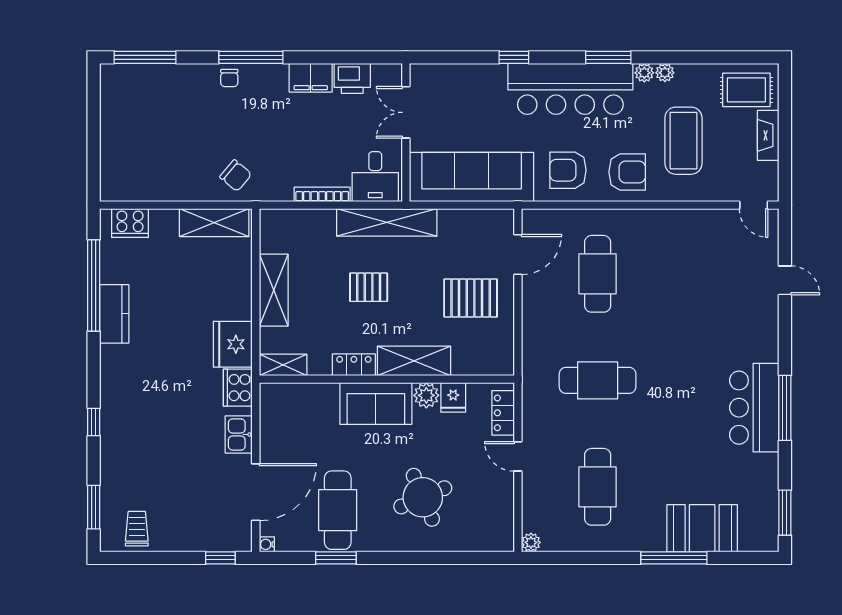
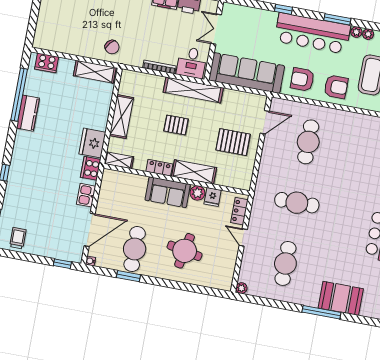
round table: (423, 497) -> (185, 251), turned 34

